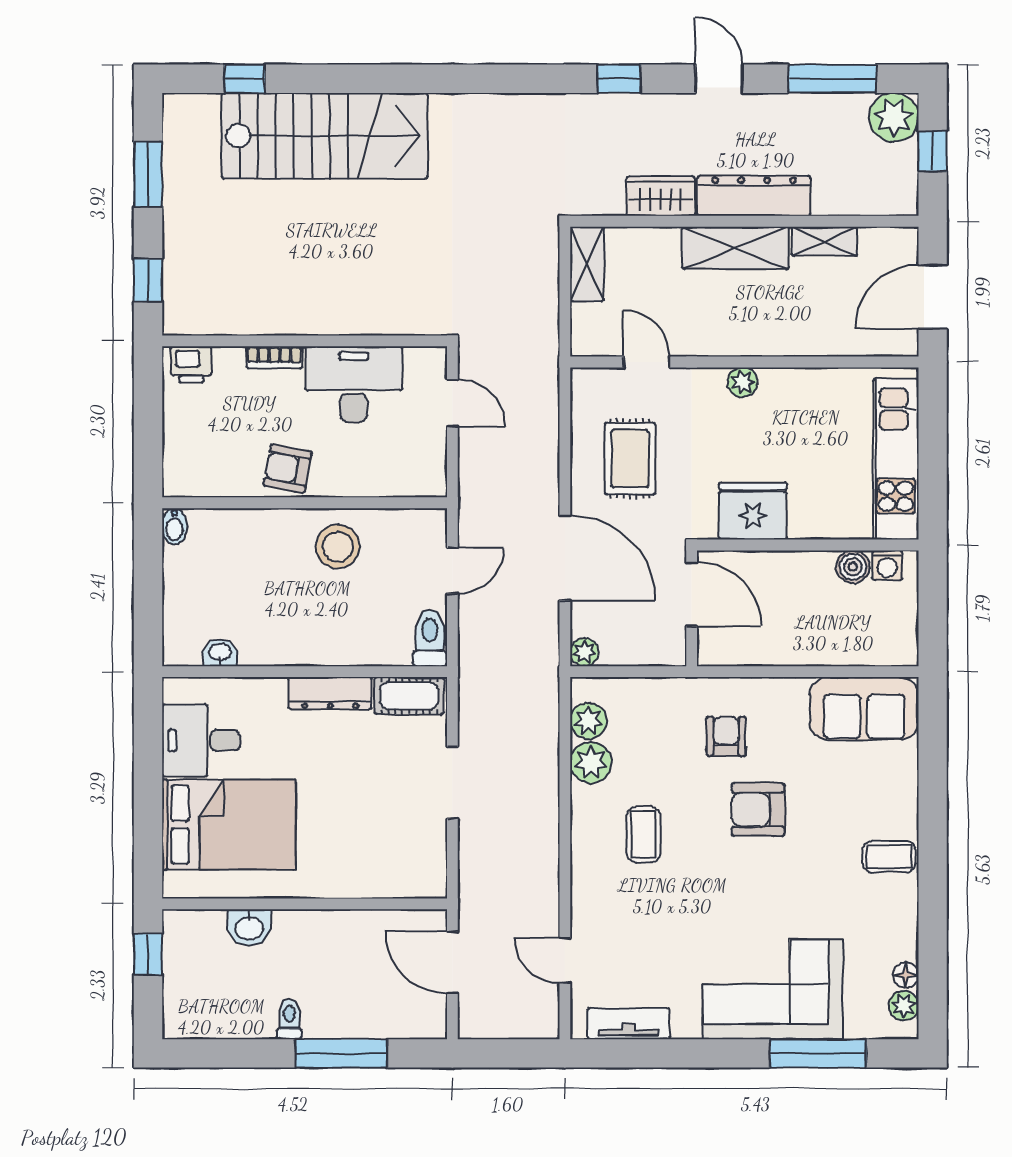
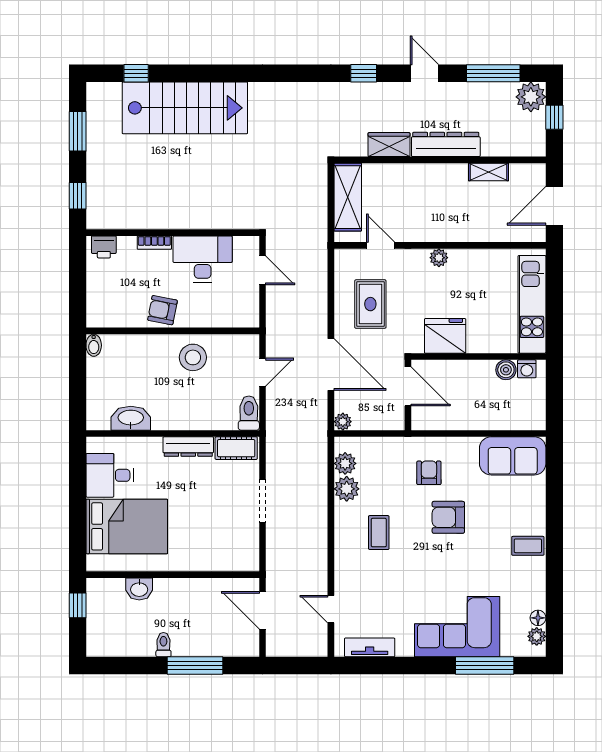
shelving: (735, 248) -> (434, 176), removed
shelving: (587, 264) -> (348, 197), width x1.50, depth x1.33
washbasin: (220, 653) -> (131, 418), width x1.91, depth x1.45

